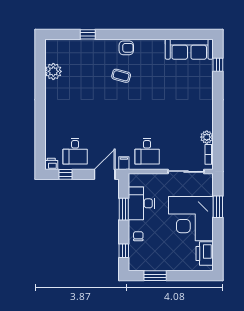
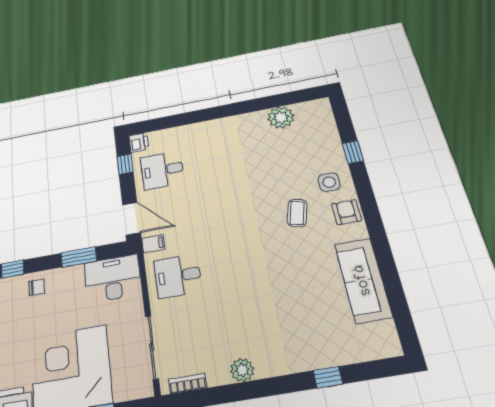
armchair: (126, 48) -> (347, 212), turned 180
sofa: (189, 49) -> (363, 280), moved
side table: (105, 53) -> (329, 182), added
window: (218, 65) -> (328, 377), moved
plant: (207, 137) -> (242, 370), moved
desk: (141, 203) -> (113, 278), moved

